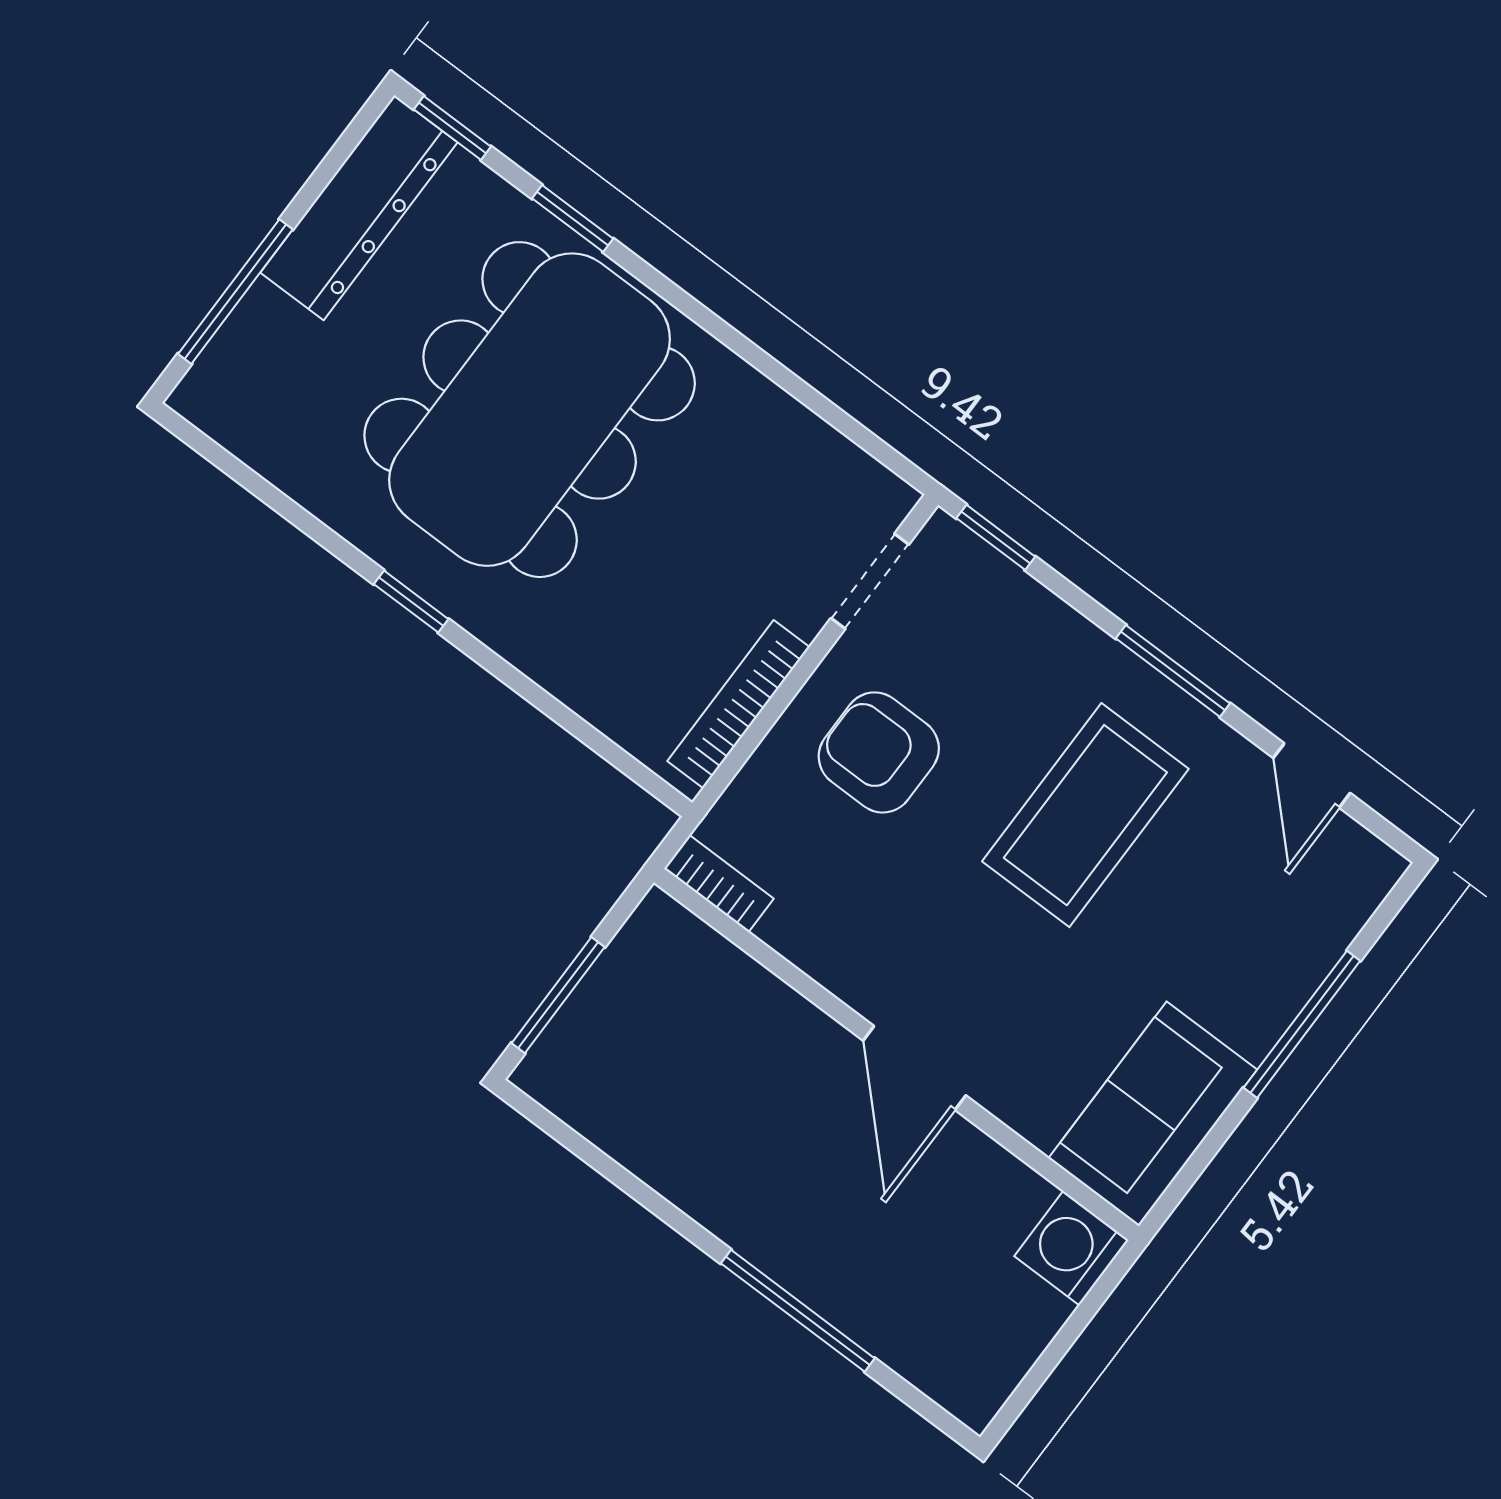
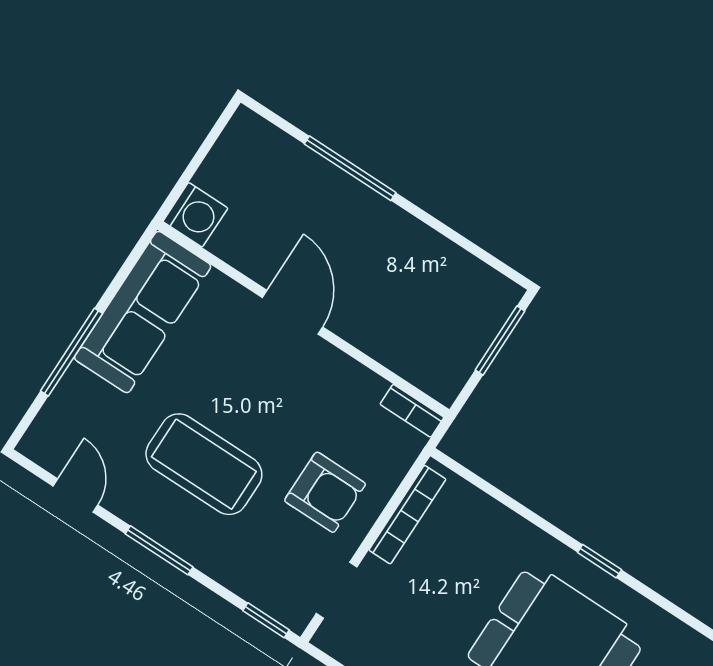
coffee table: (1085, 815) -> (204, 464), turned 90
sofa: (1153, 1114) -> (143, 312), width x1.36

